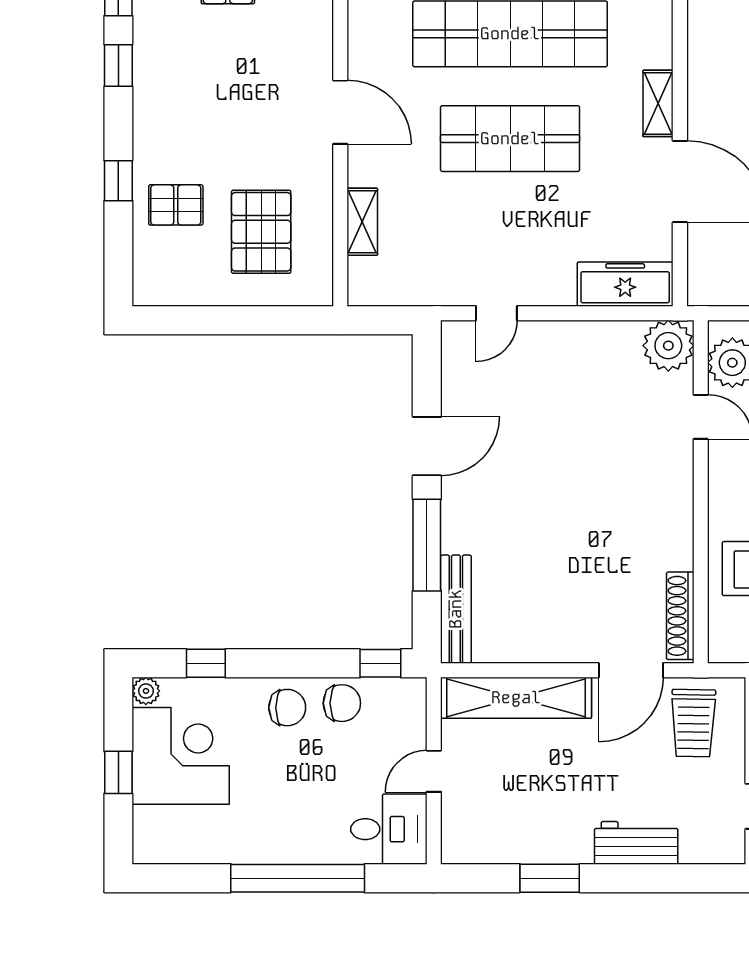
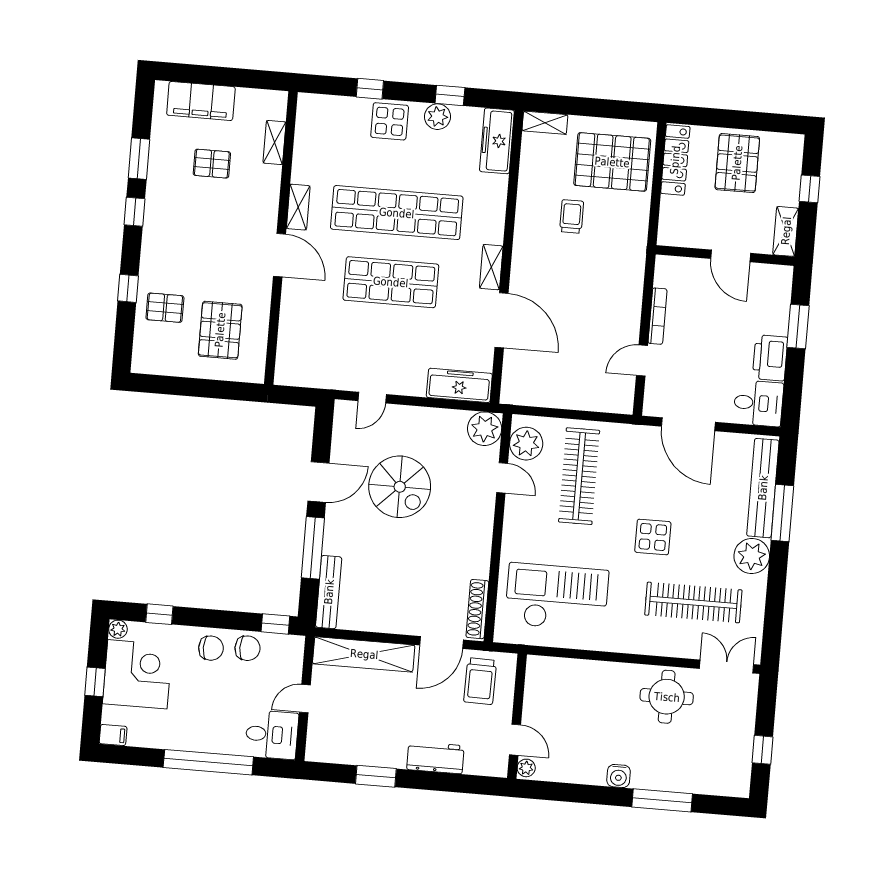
shelving: (362, 222) -> (298, 207), moved
spiral stairs: (549, 443) -> (400, 487), added
filing cabinet: (152, 850) -> (113, 735), added

